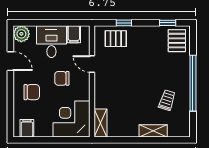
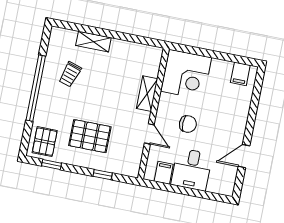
plant: (21, 34) -> (225, 185), removed
pallet: (116, 39) -> (90, 136), moved, width x1.50, depth x1.42
door: (10, 61) -> (244, 156), hinge flipped
chair: (32, 92) -> (226, 115), removed
shelving: (100, 123) -> (147, 94), moved

